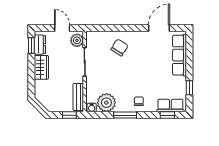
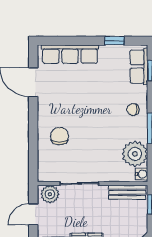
chair: (119, 47) -> (60, 136), turned 58

